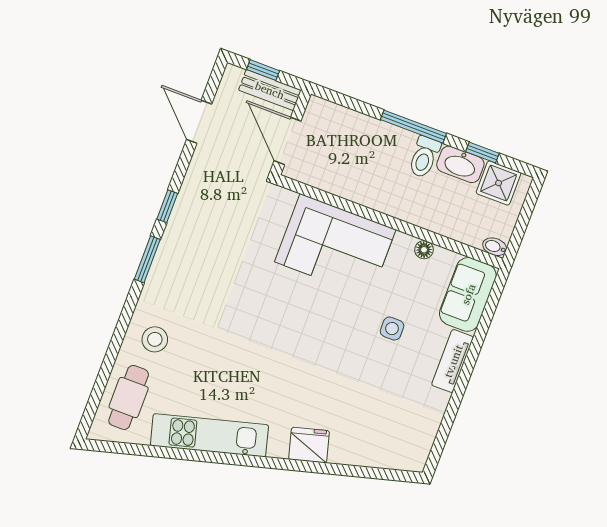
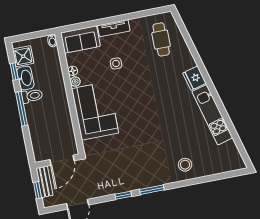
plant: (404, 243) -> (75, 81), added
cafe table: (129, 397) -> (161, 39), moved, turned 90
fridge: (309, 445) -> (194, 78), moved

